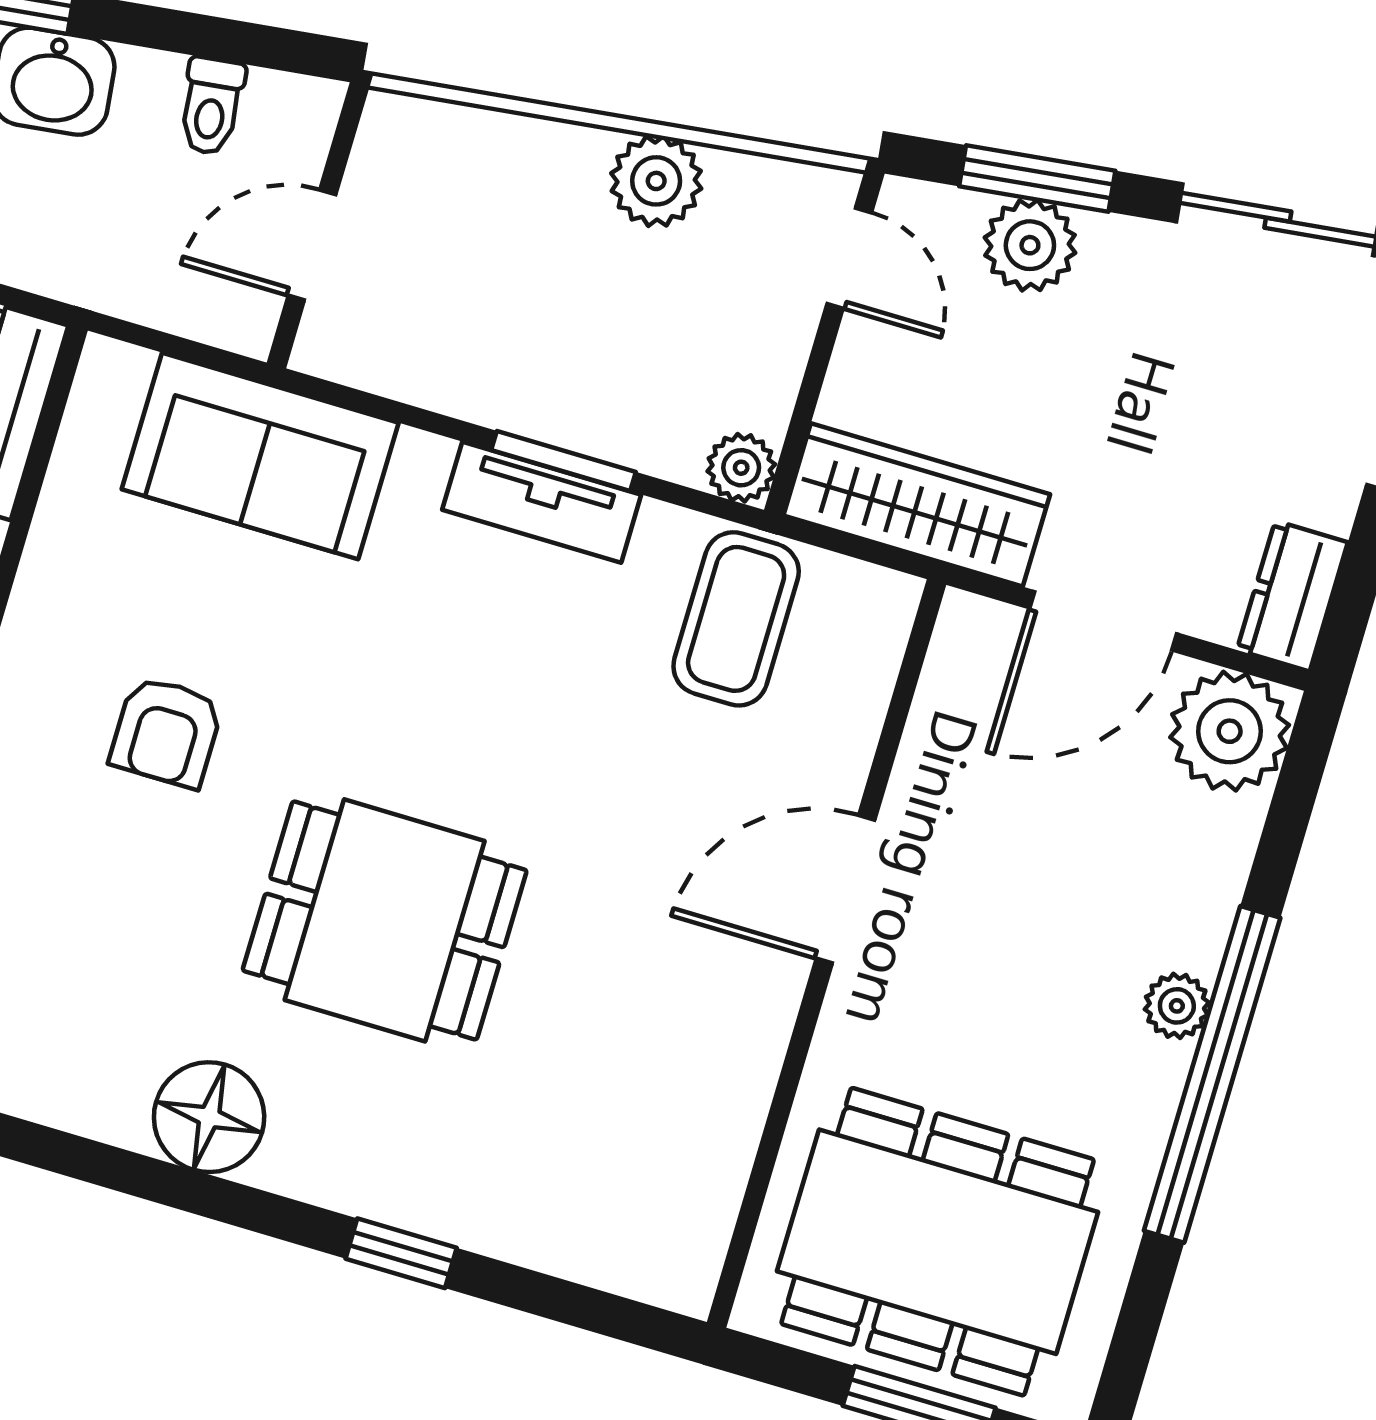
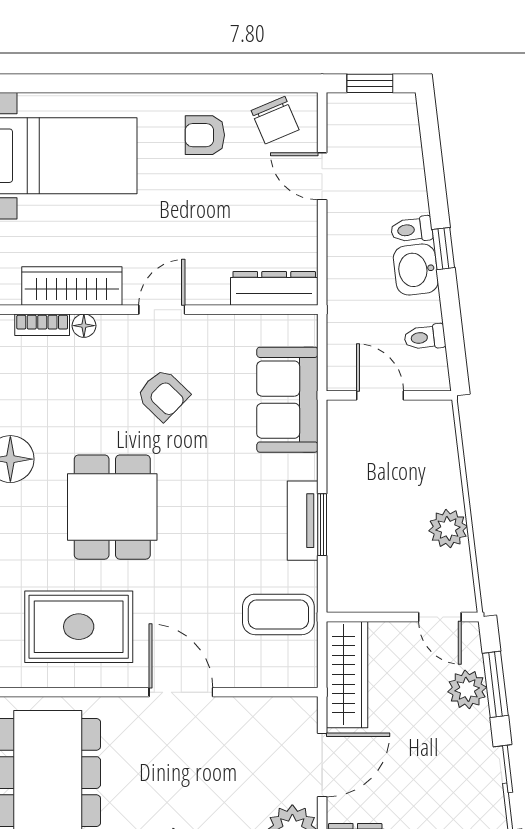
door: (849, 258) -> (440, 617), hinge flipped
plant: (741, 468) -> (341, 598), removed
door: (1103, 621) -> (322, 765), swing flipped
armchair: (166, 732) -> (163, 395), turned -136
rug: (631, 1075) -> (79, 627), added

